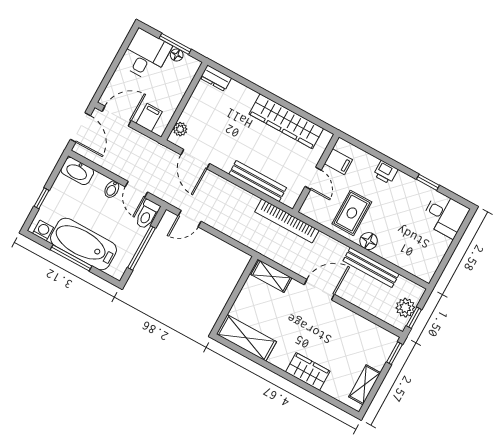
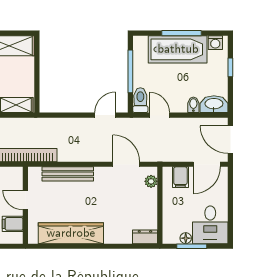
bidet: (112, 189) -> (193, 105), moved

